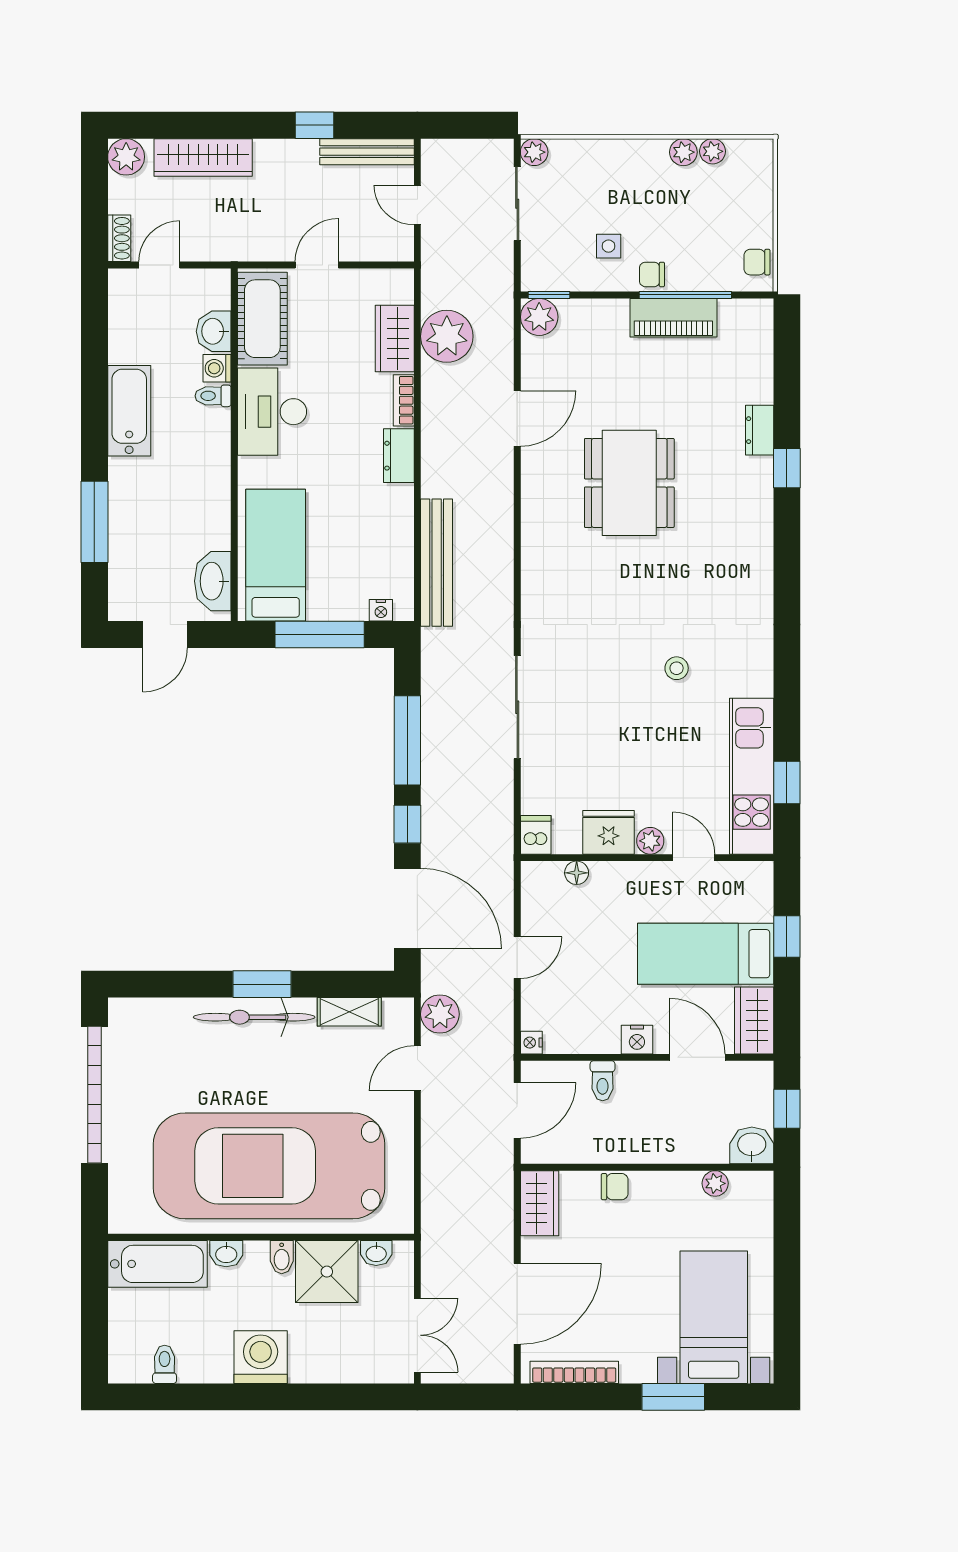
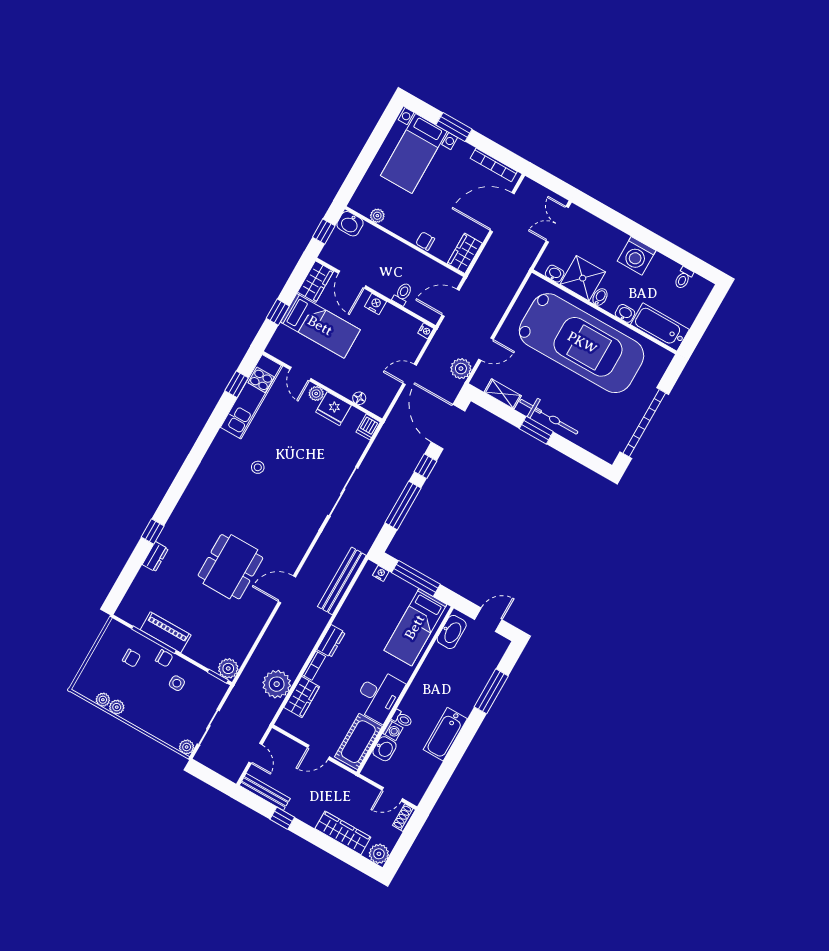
chair: (757, 262) -> (131, 658), moved
door: (517, 419) -> (287, 589), moved

